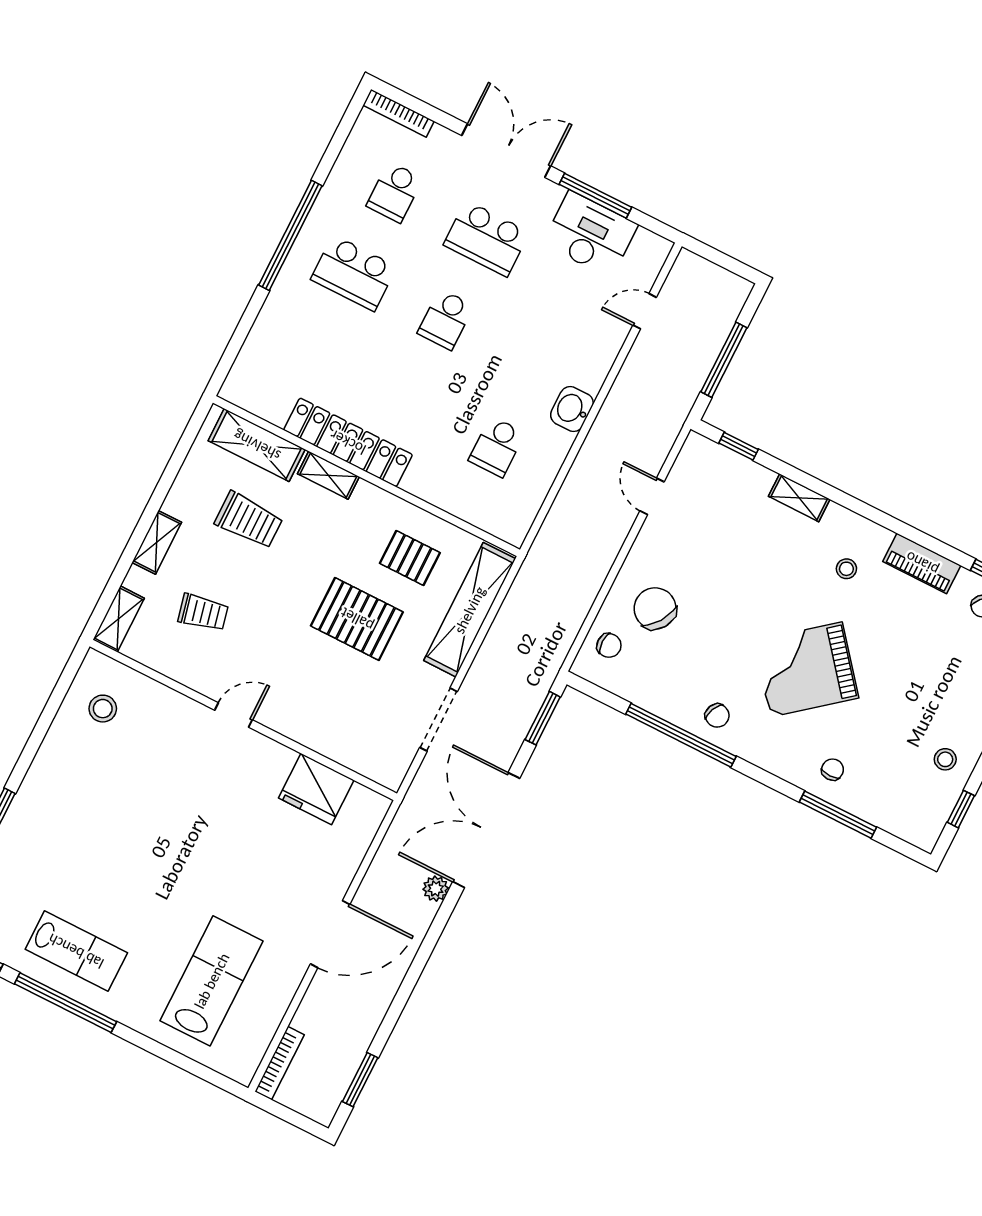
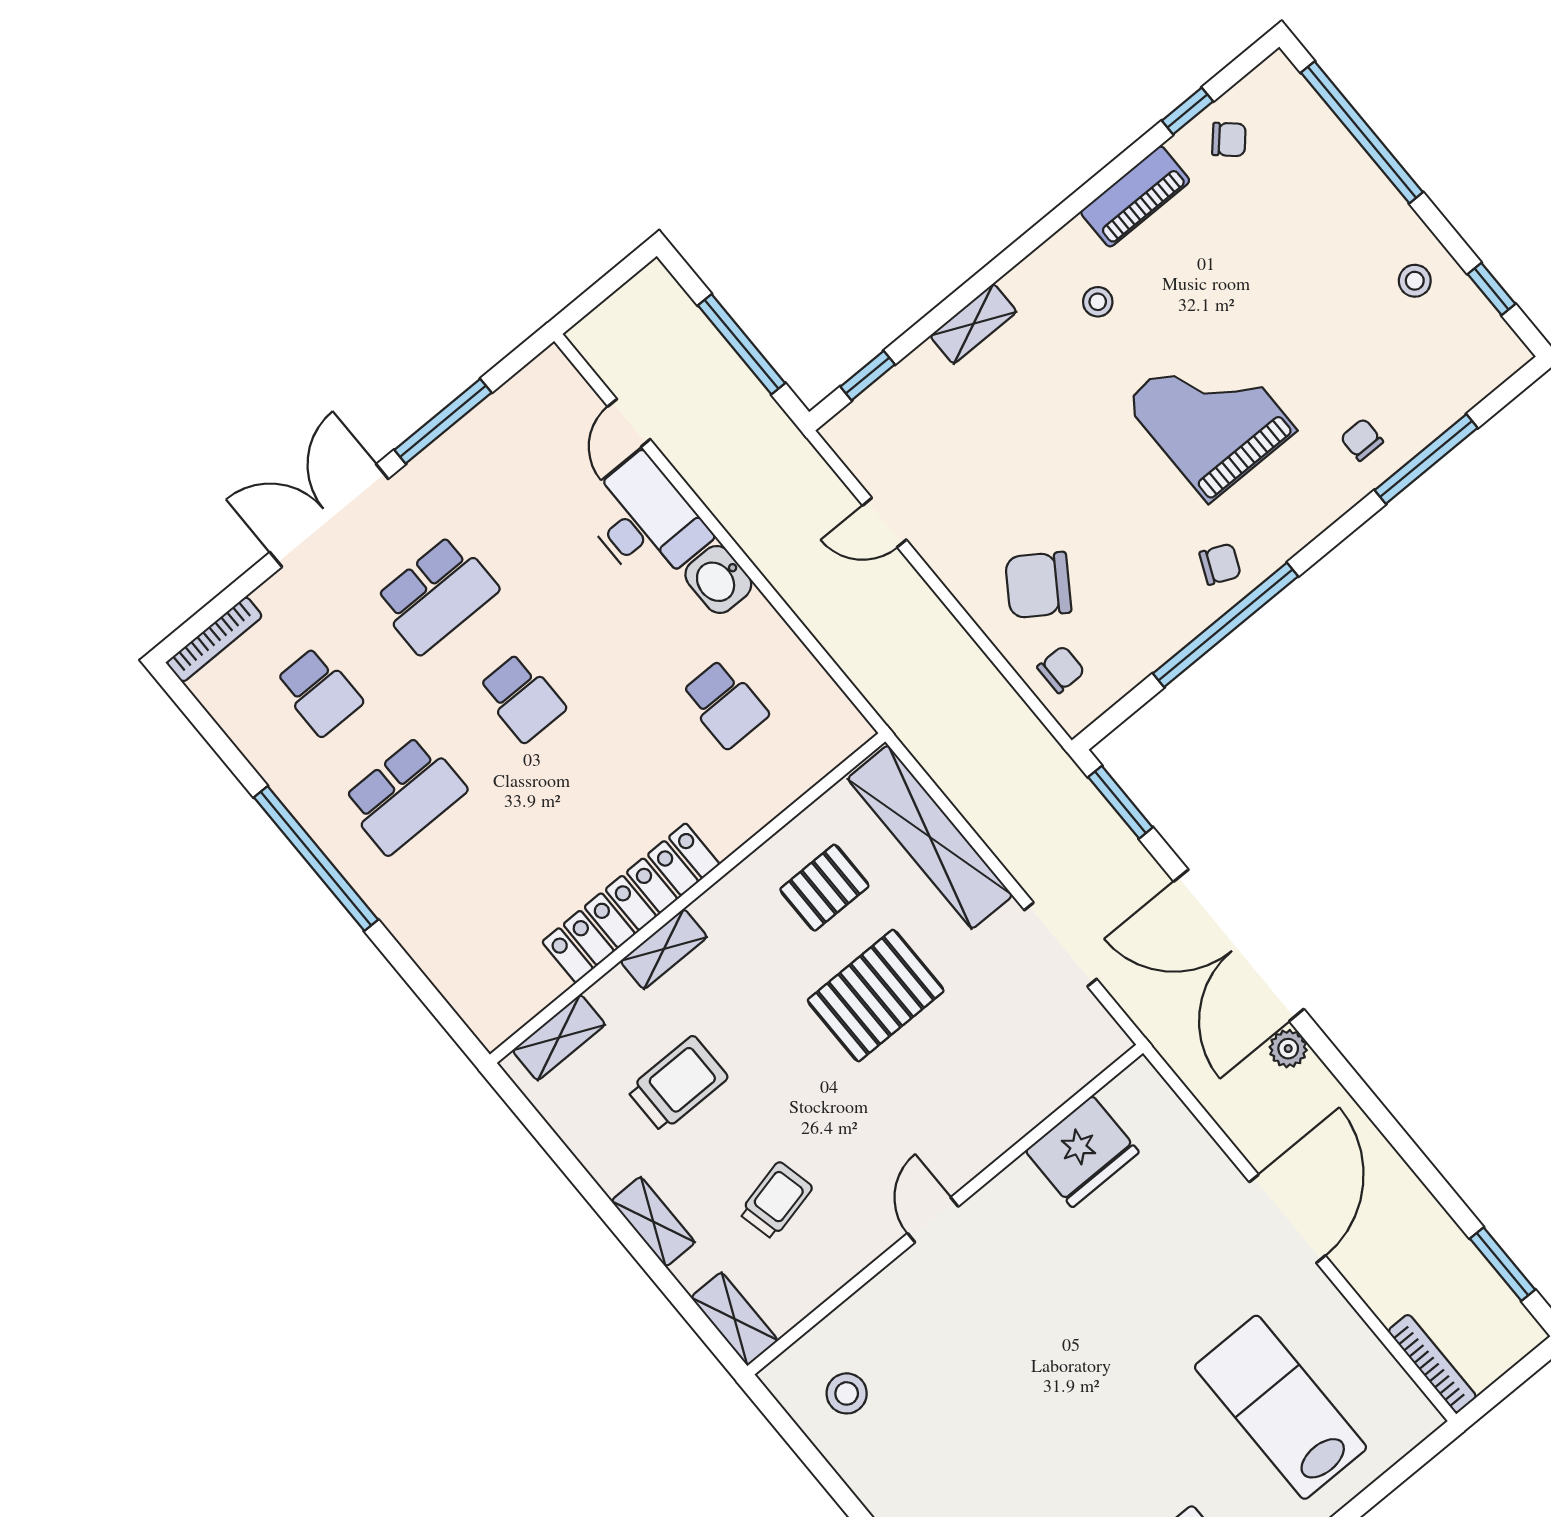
desk: (590, 234) -> (645, 521), moved, turned 90
shelving: (257, 445) -> (559, 1038), width x0.67, depth x0.75
grand piano: (806, 669) -> (1210, 416), turned 129

